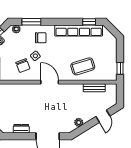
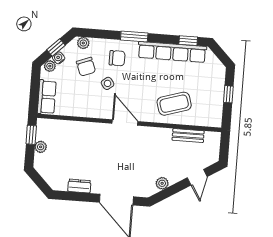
window: (31, 22) -> (134, 36), moved
chair: (23, 66) -> (86, 67), moved
window: (120, 68) -> (228, 94), moved

